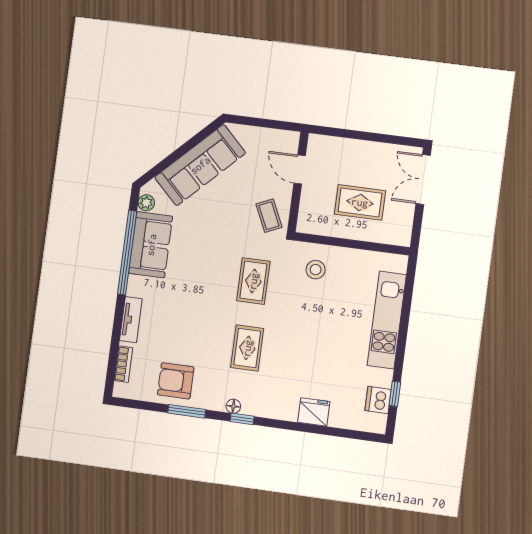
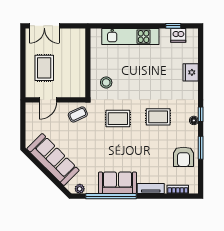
rug: (360, 202) -> (44, 68), moved
sofa: (151, 245) -> (117, 183), moved

